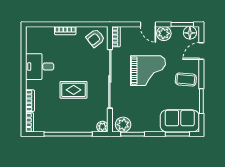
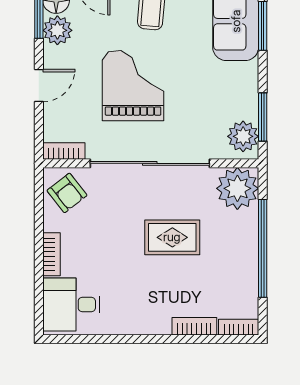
plant: (164, 33) -> (57, 30), moved
desk: (40, 67) -> (71, 304), moved, turned 90
rug: (74, 90) -> (172, 237), turned 90
plant: (102, 127) -> (237, 188), width x1.87, depth x1.87

